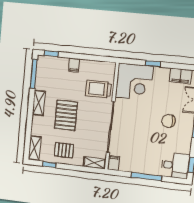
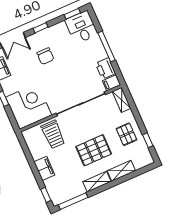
filing cabinet: (74, 65) -> (44, 168), width x2.00
shelving: (35, 148) -> (121, 171), moved
printer: (128, 165) -> (105, 68), added

